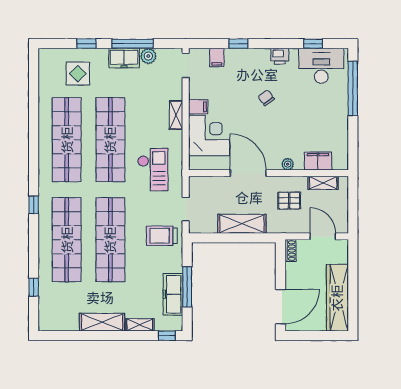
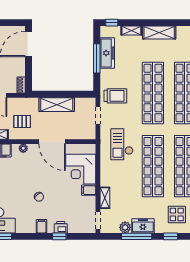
printer: (280, 56) -> (61, 227), moved
filing cabinet: (217, 57) -> (41, 226), moved
shelving: (176, 115) -> (105, 198), moved

